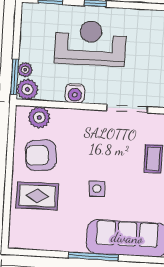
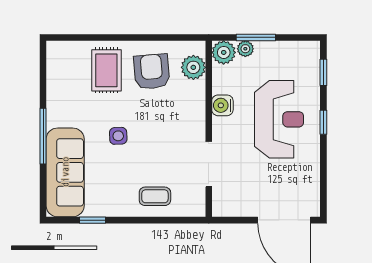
window: (15, 77) -> (256, 37), moved

